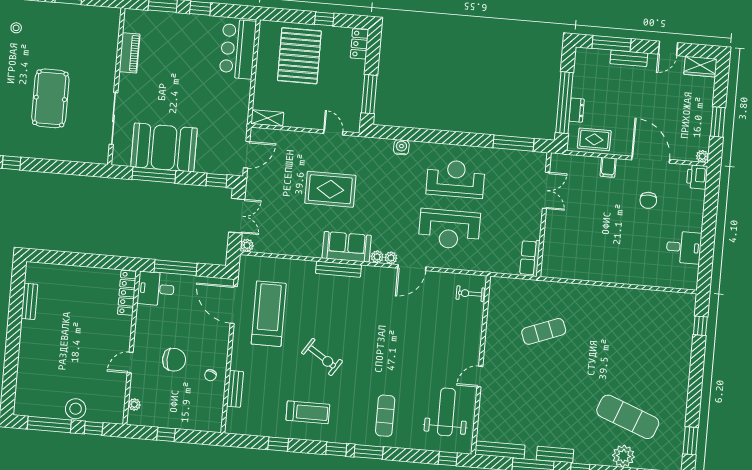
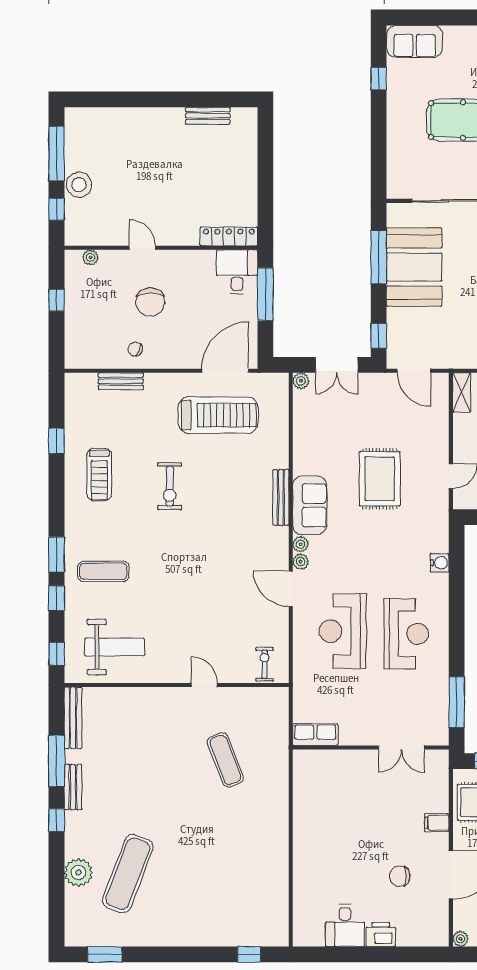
printer: (697, 177) -> (381, 934), moved
exercise bike: (322, 357) -> (170, 486), turned -33
door: (480, 377) -> (204, 685), moved
window: (336, 449) -> (57, 598), moved

